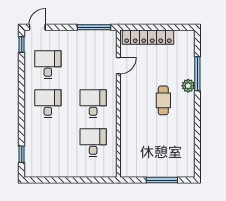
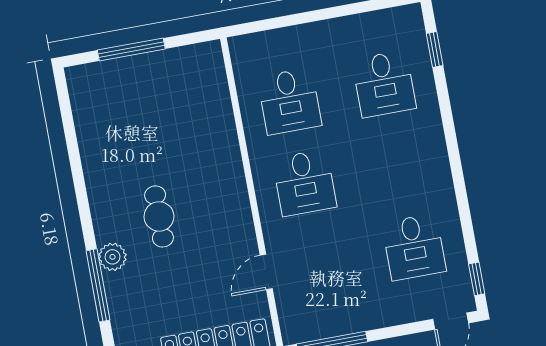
desk: (48, 104) -> (384, 84), moved

